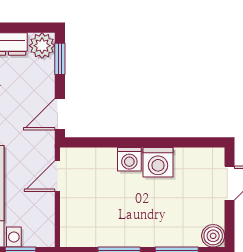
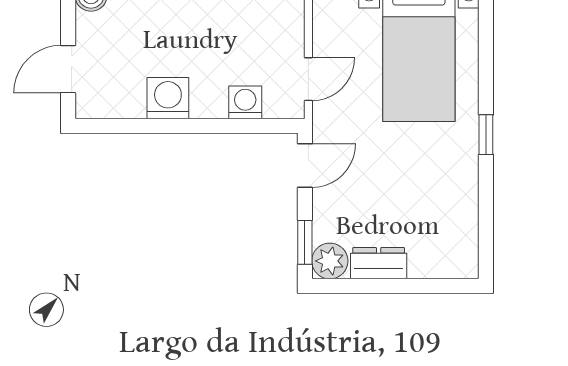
washing machine: (129, 159) -> (245, 102), moved

